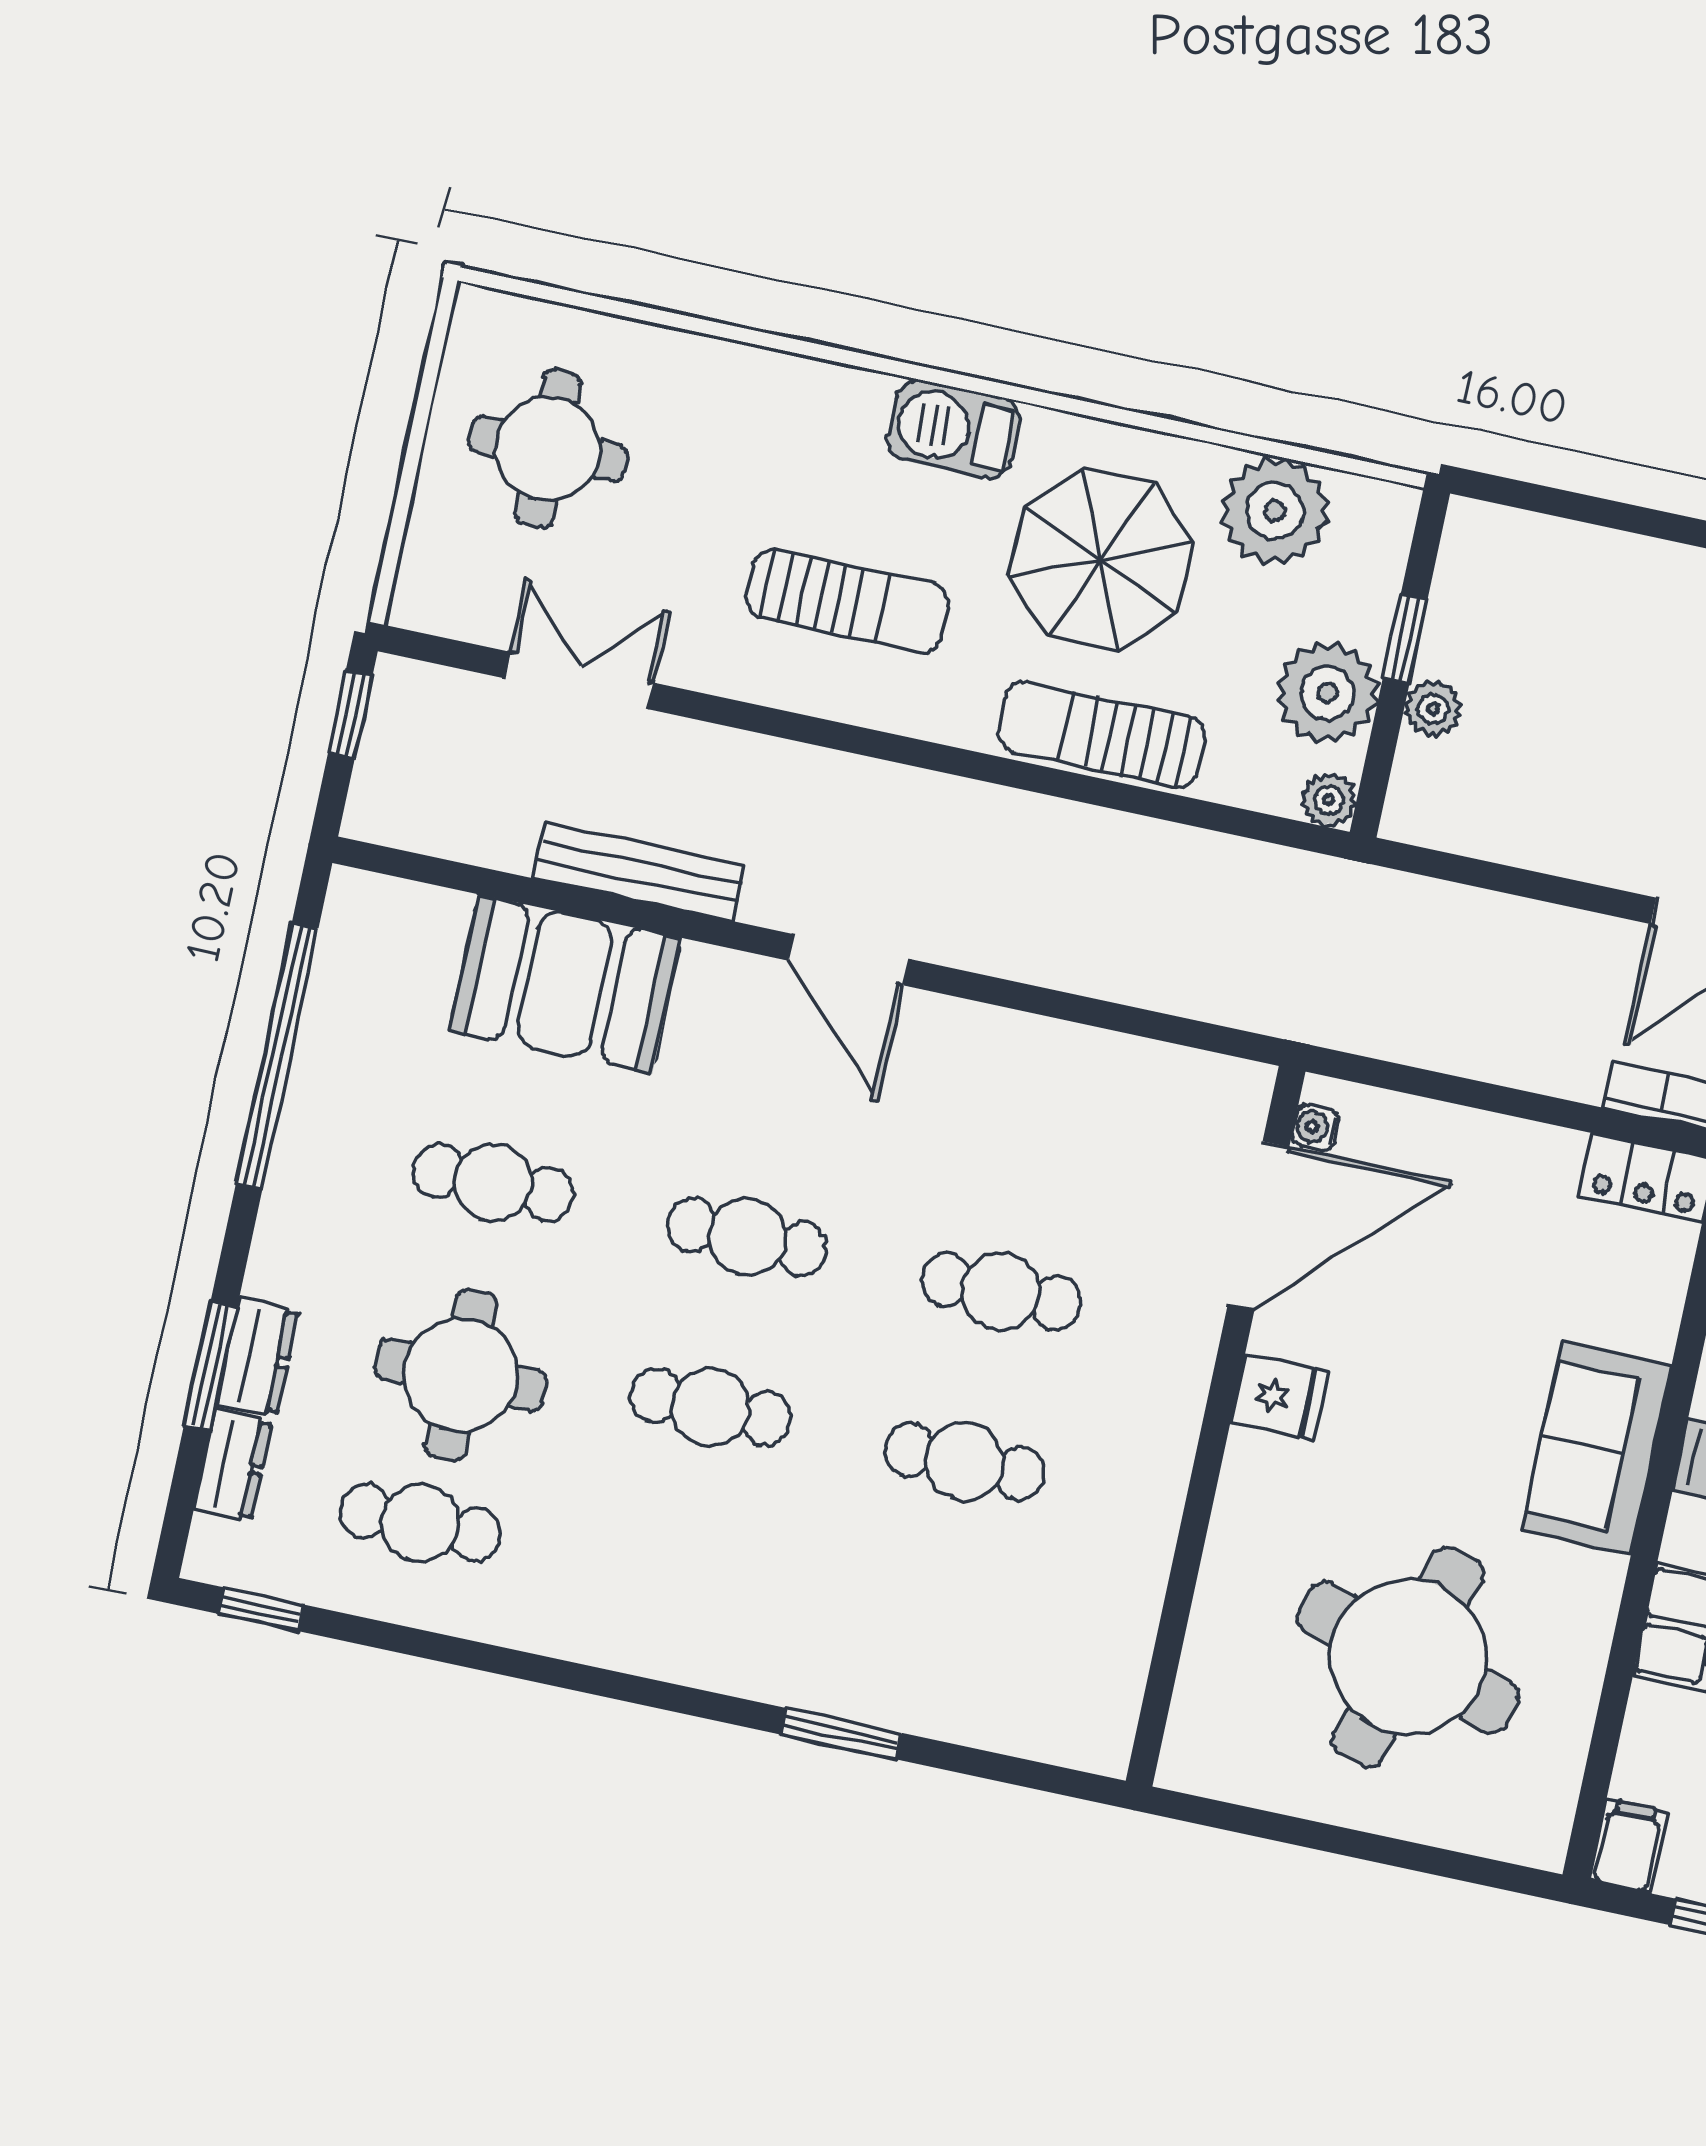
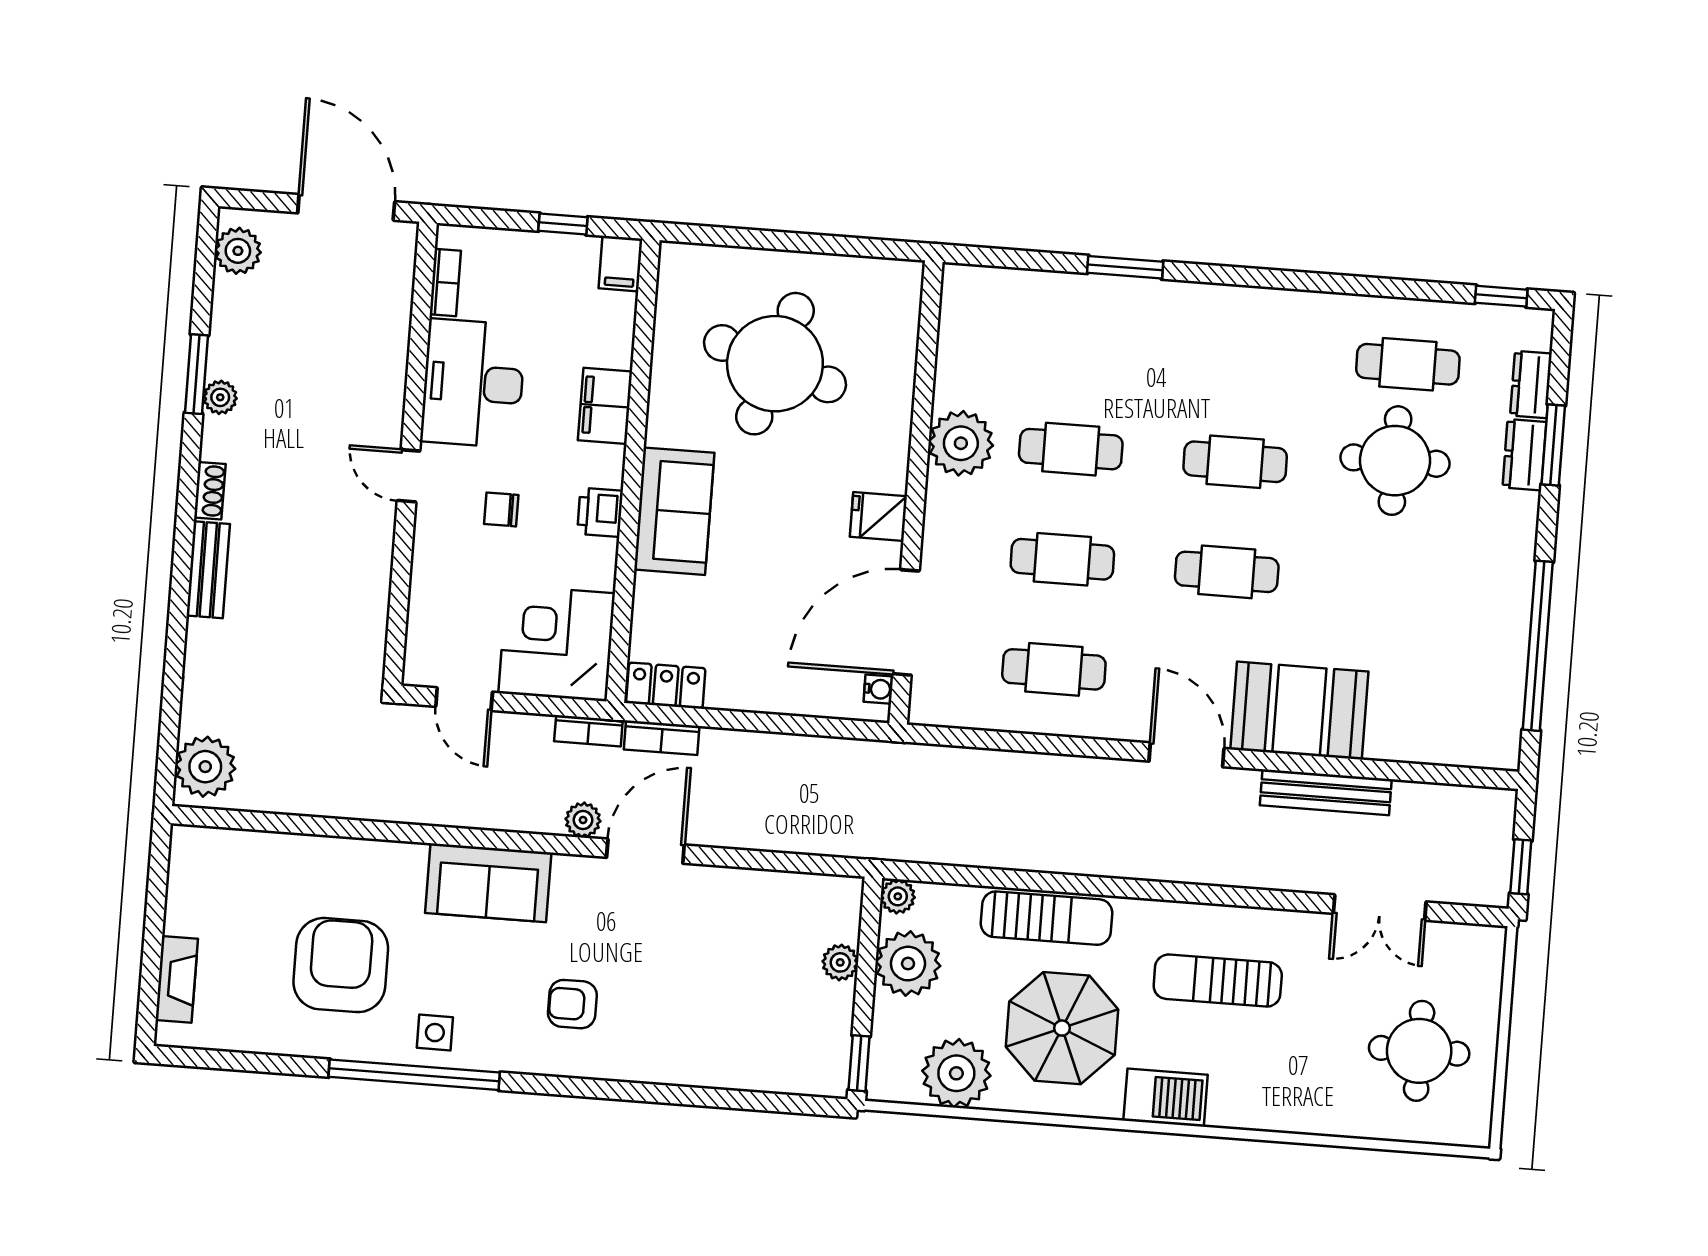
window: (1405, 639) -> (859, 1063), moved
booth: (565, 984) -> (1299, 711), moved
cafe table: (493, 1182) -> (1054, 669), moved
plant: (1135, 1494) -> (961, 443), added

